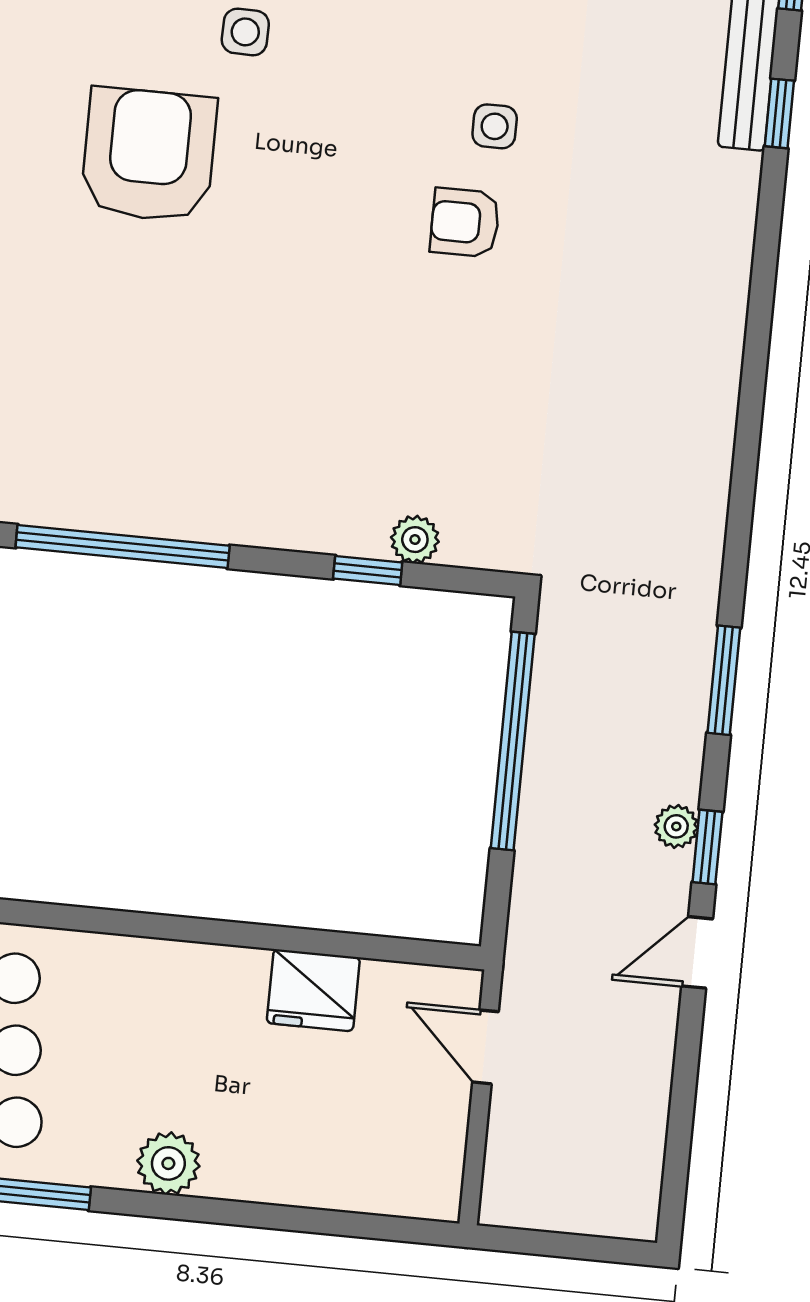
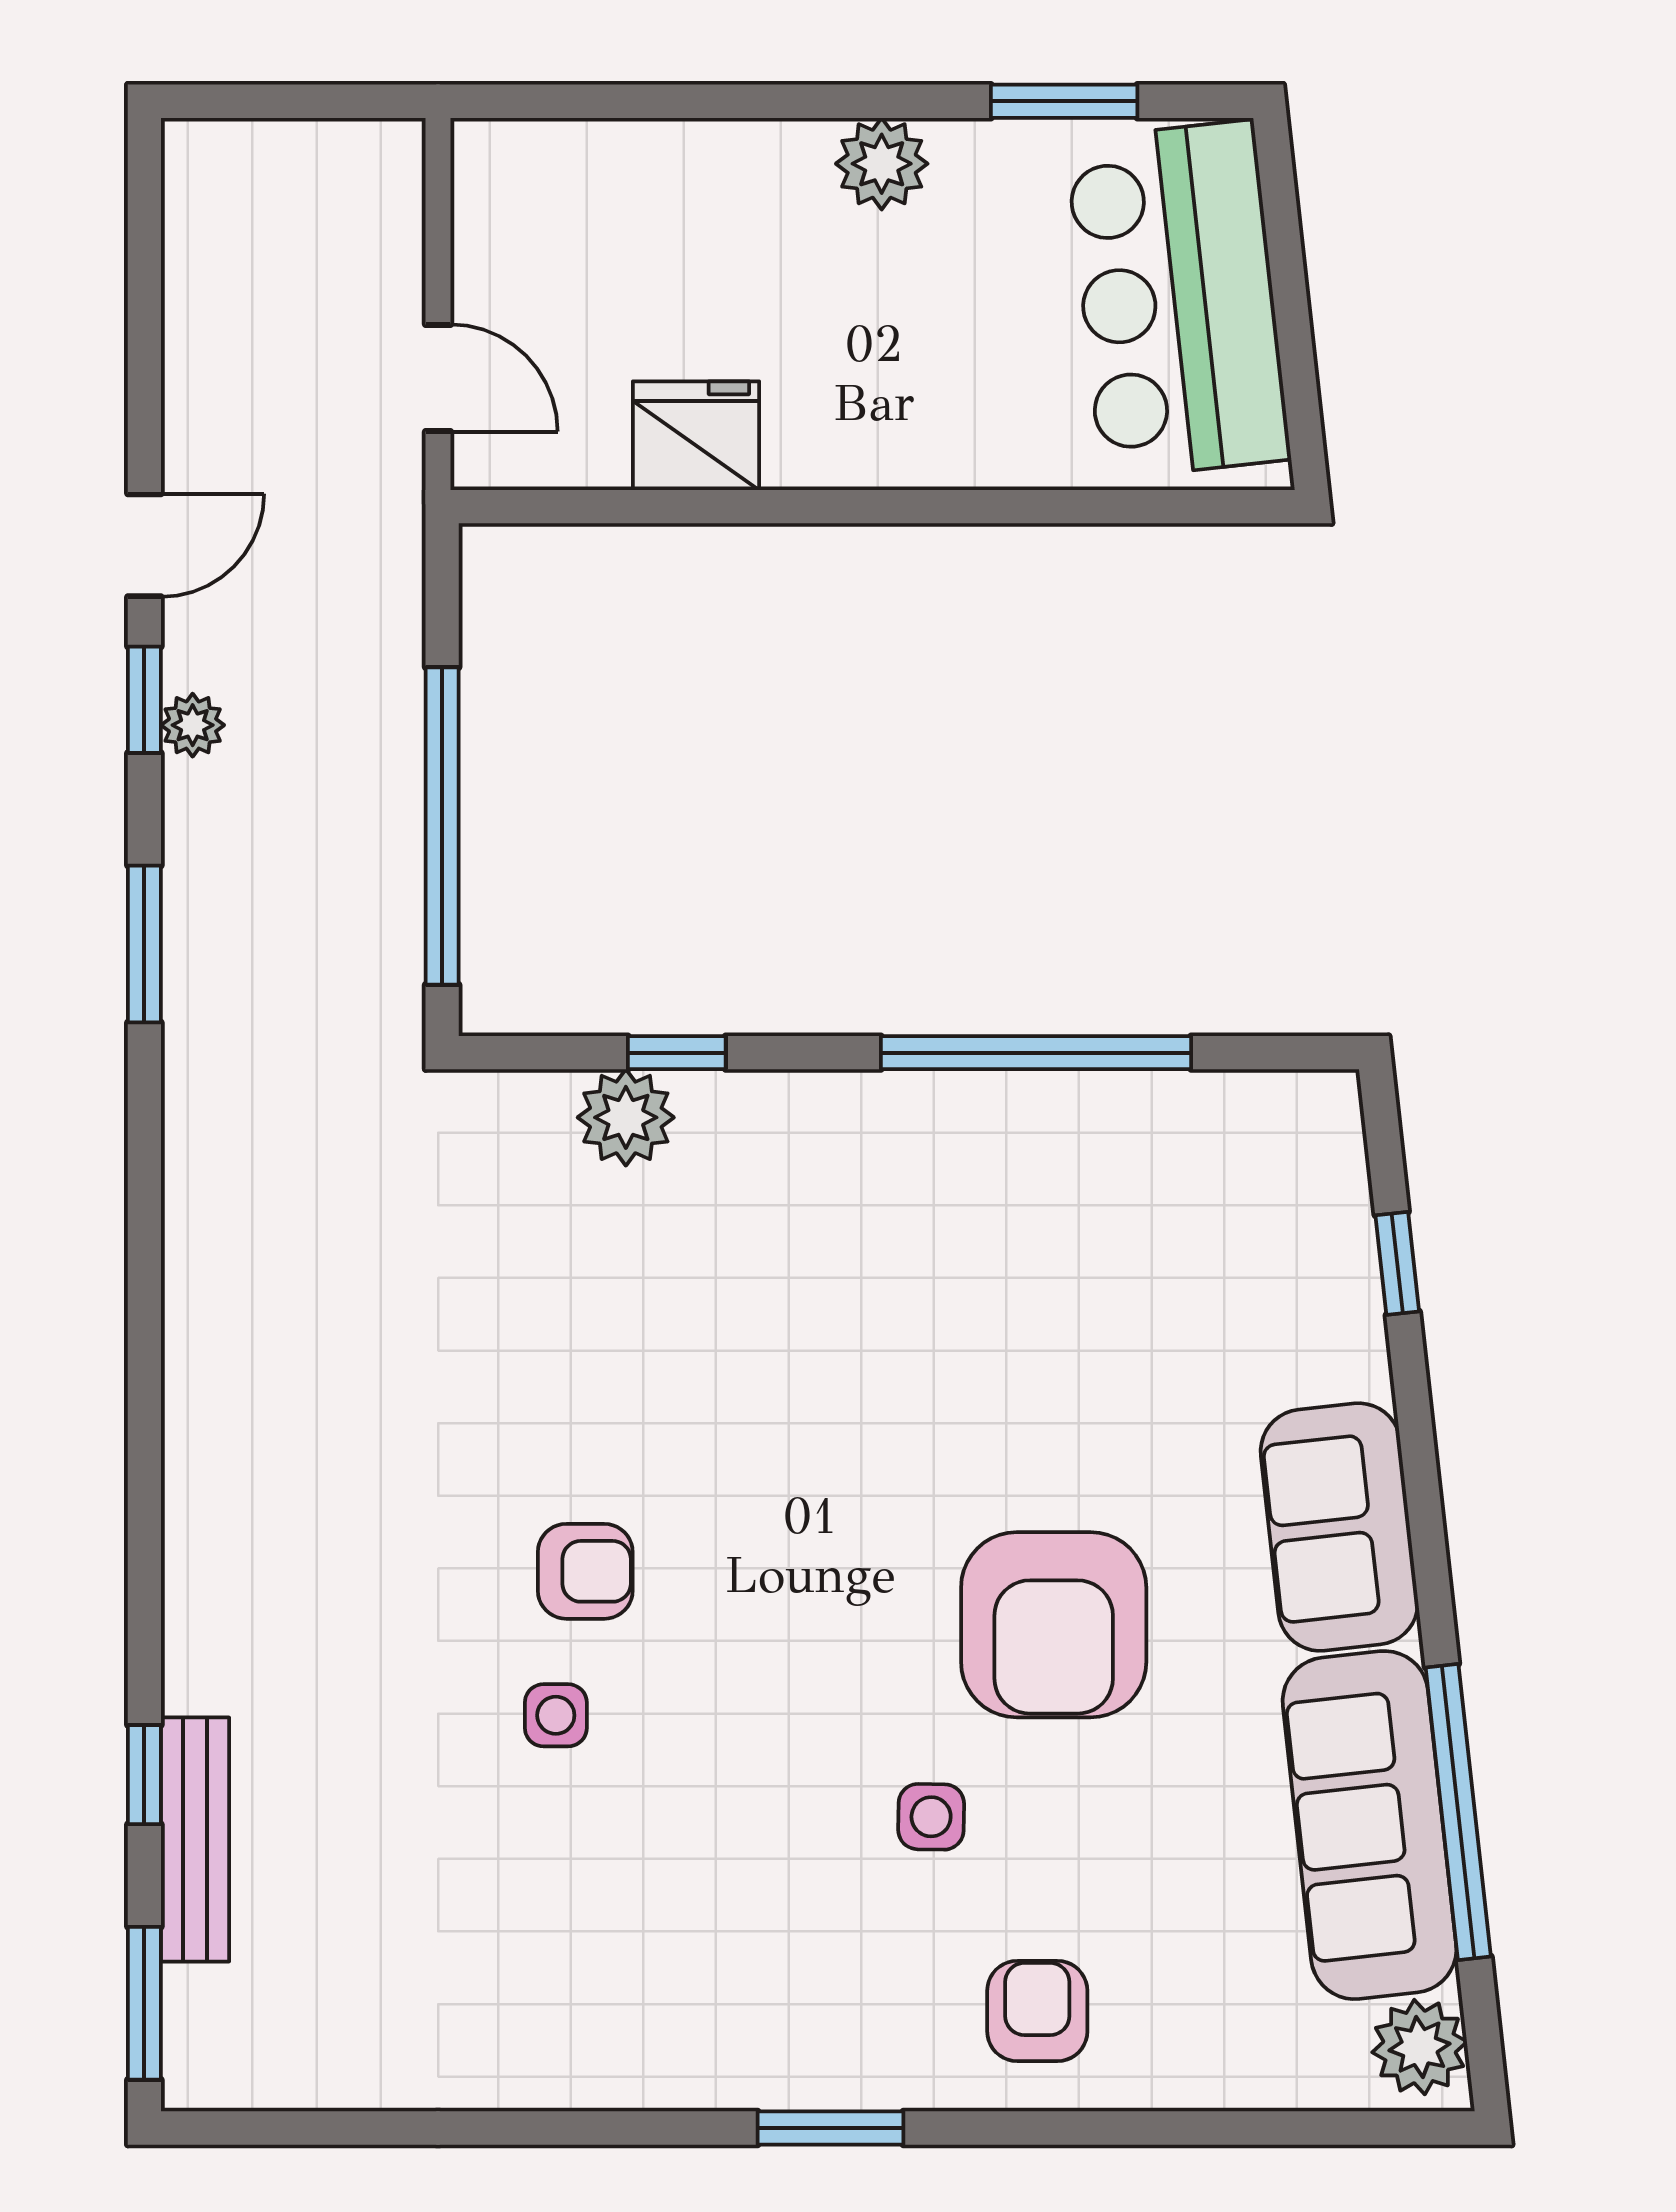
plant: (415, 540) -> (626, 1117), width x1.38, depth x1.38

